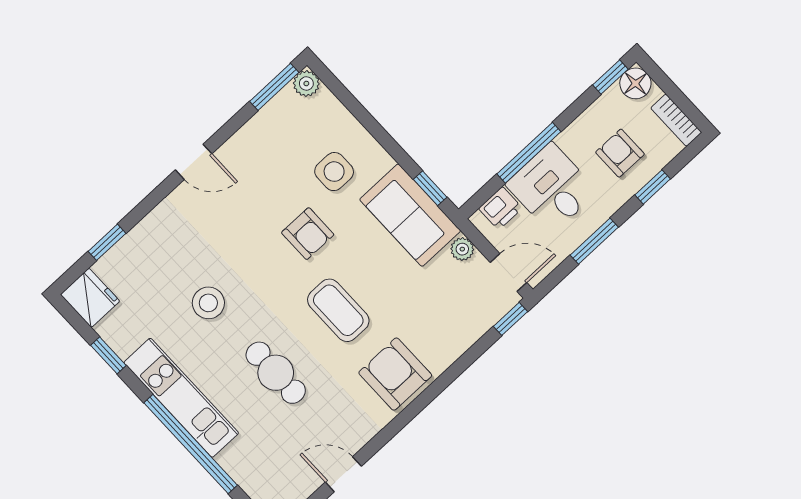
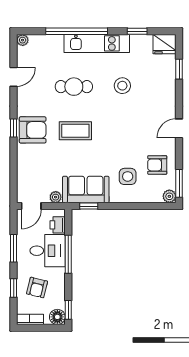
armchair: (620, 153) -> (37, 288), turned 104
armchair: (308, 234) -> (157, 165), moved
window: (511, 319) -> (14, 128), moved

